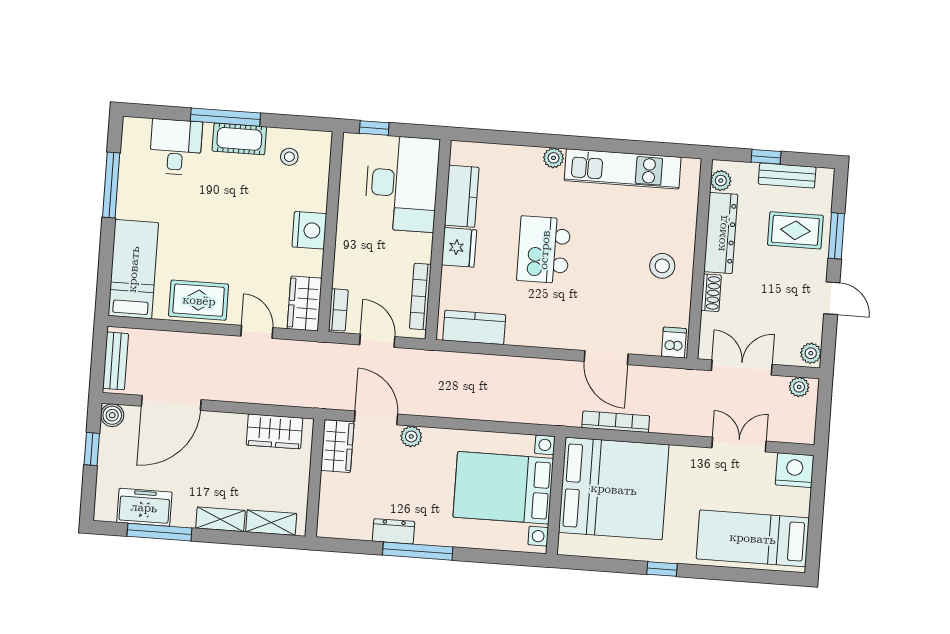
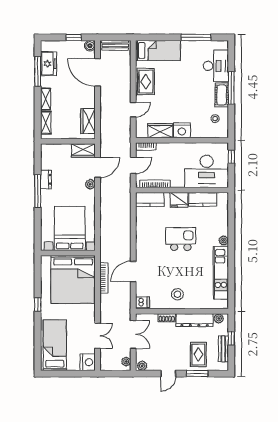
desk: (176, 147) -> (216, 66), width x1.37
wardrobe: (305, 303) -> (160, 131), moved
kitchen counter: (474, 327) -> (150, 199), moved, turned 90

